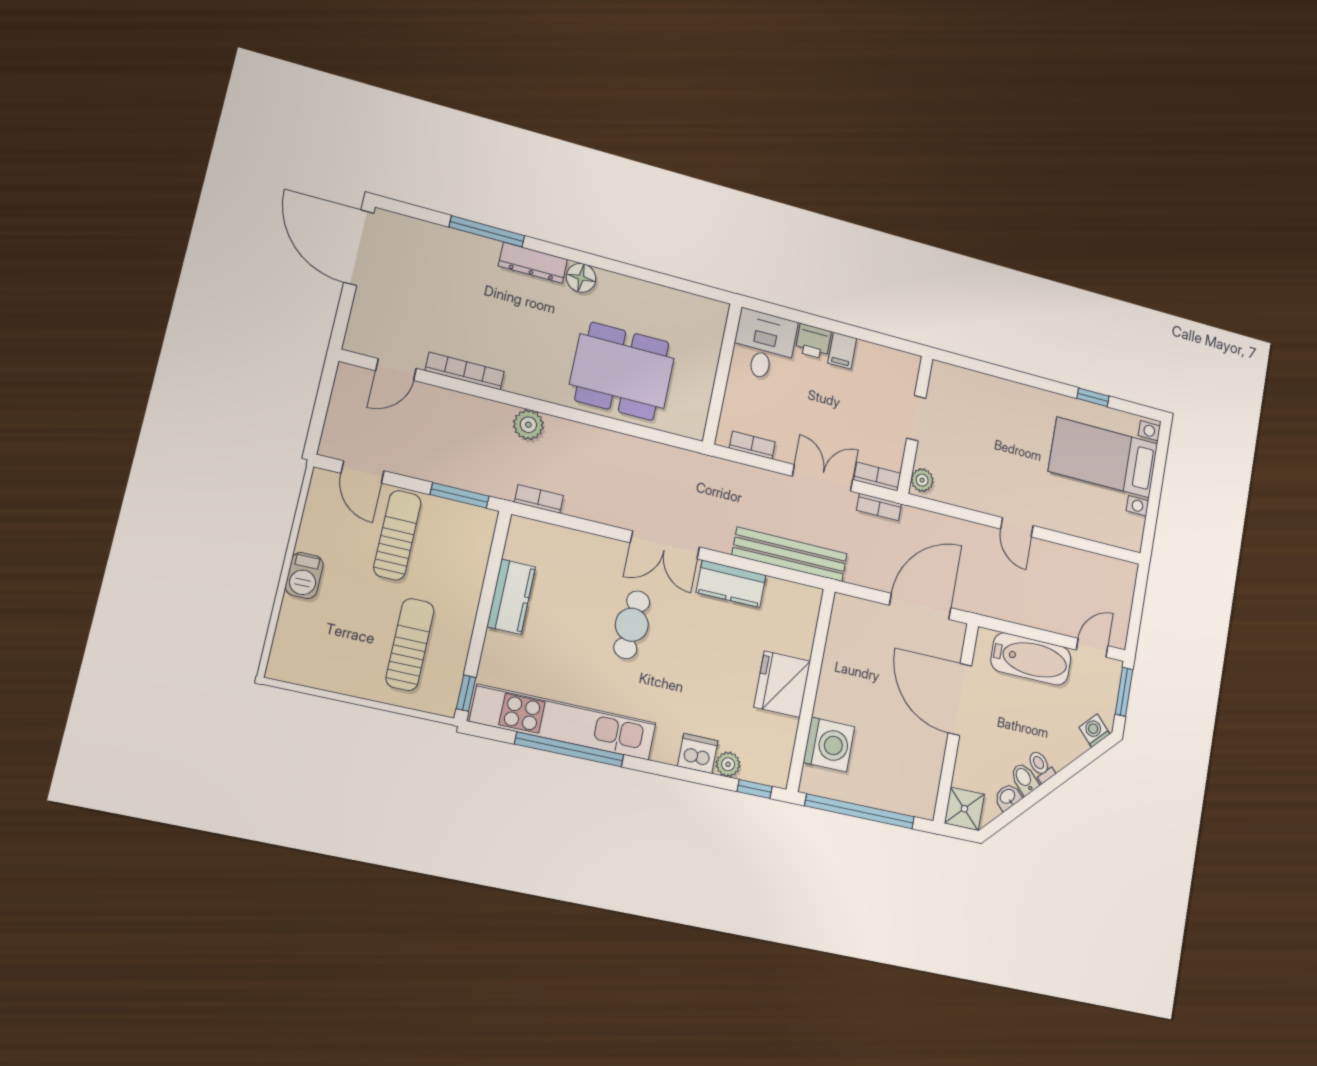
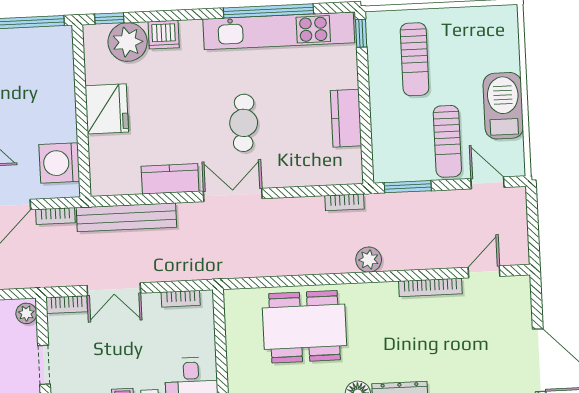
bookcase: (879, 507) -> (55, 216), moved, turned 180
barbecue: (304, 576) -> (503, 106), width x1.88, depth x1.53
washing machine: (829, 745) -> (59, 163), moved
plant: (728, 764) -> (128, 42), width x1.88, depth x1.88

